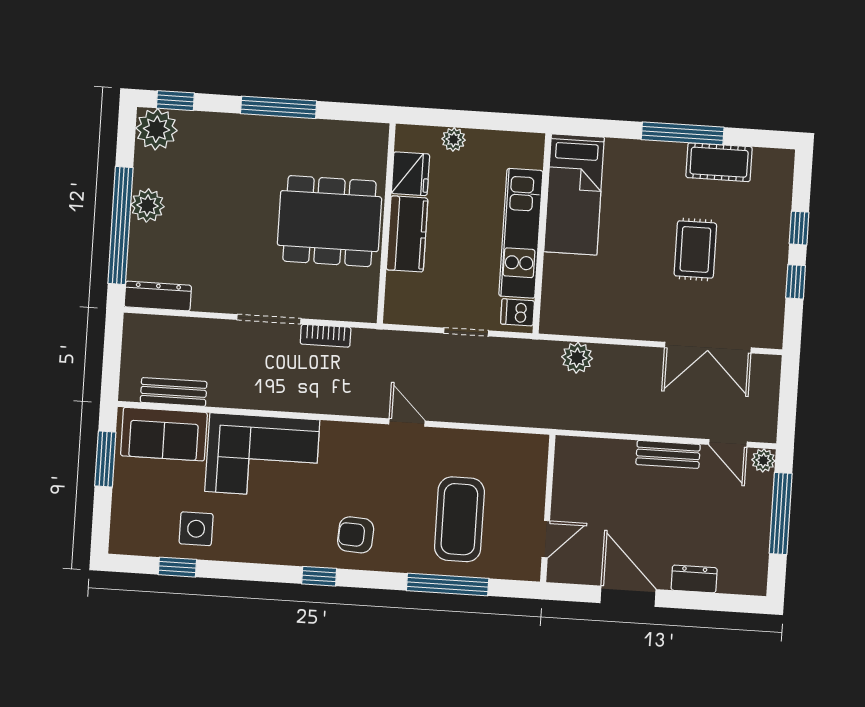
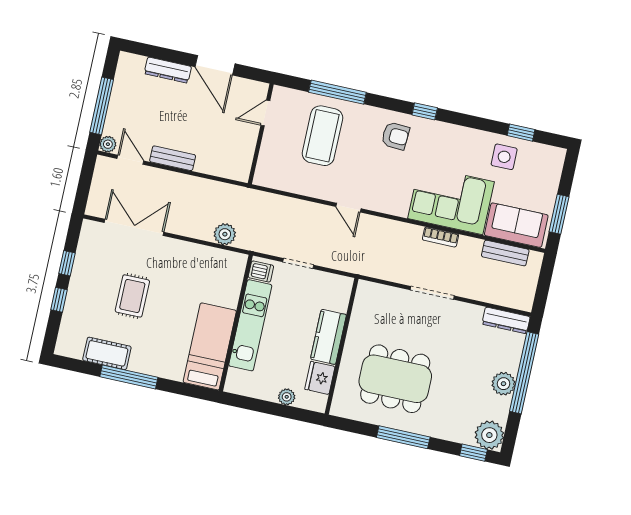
dining table: (329, 221) -> (395, 379), moved
bookcase: (326, 336) -> (441, 237), moved, turned 180
dresser: (694, 579) -> (168, 70), width x1.44

